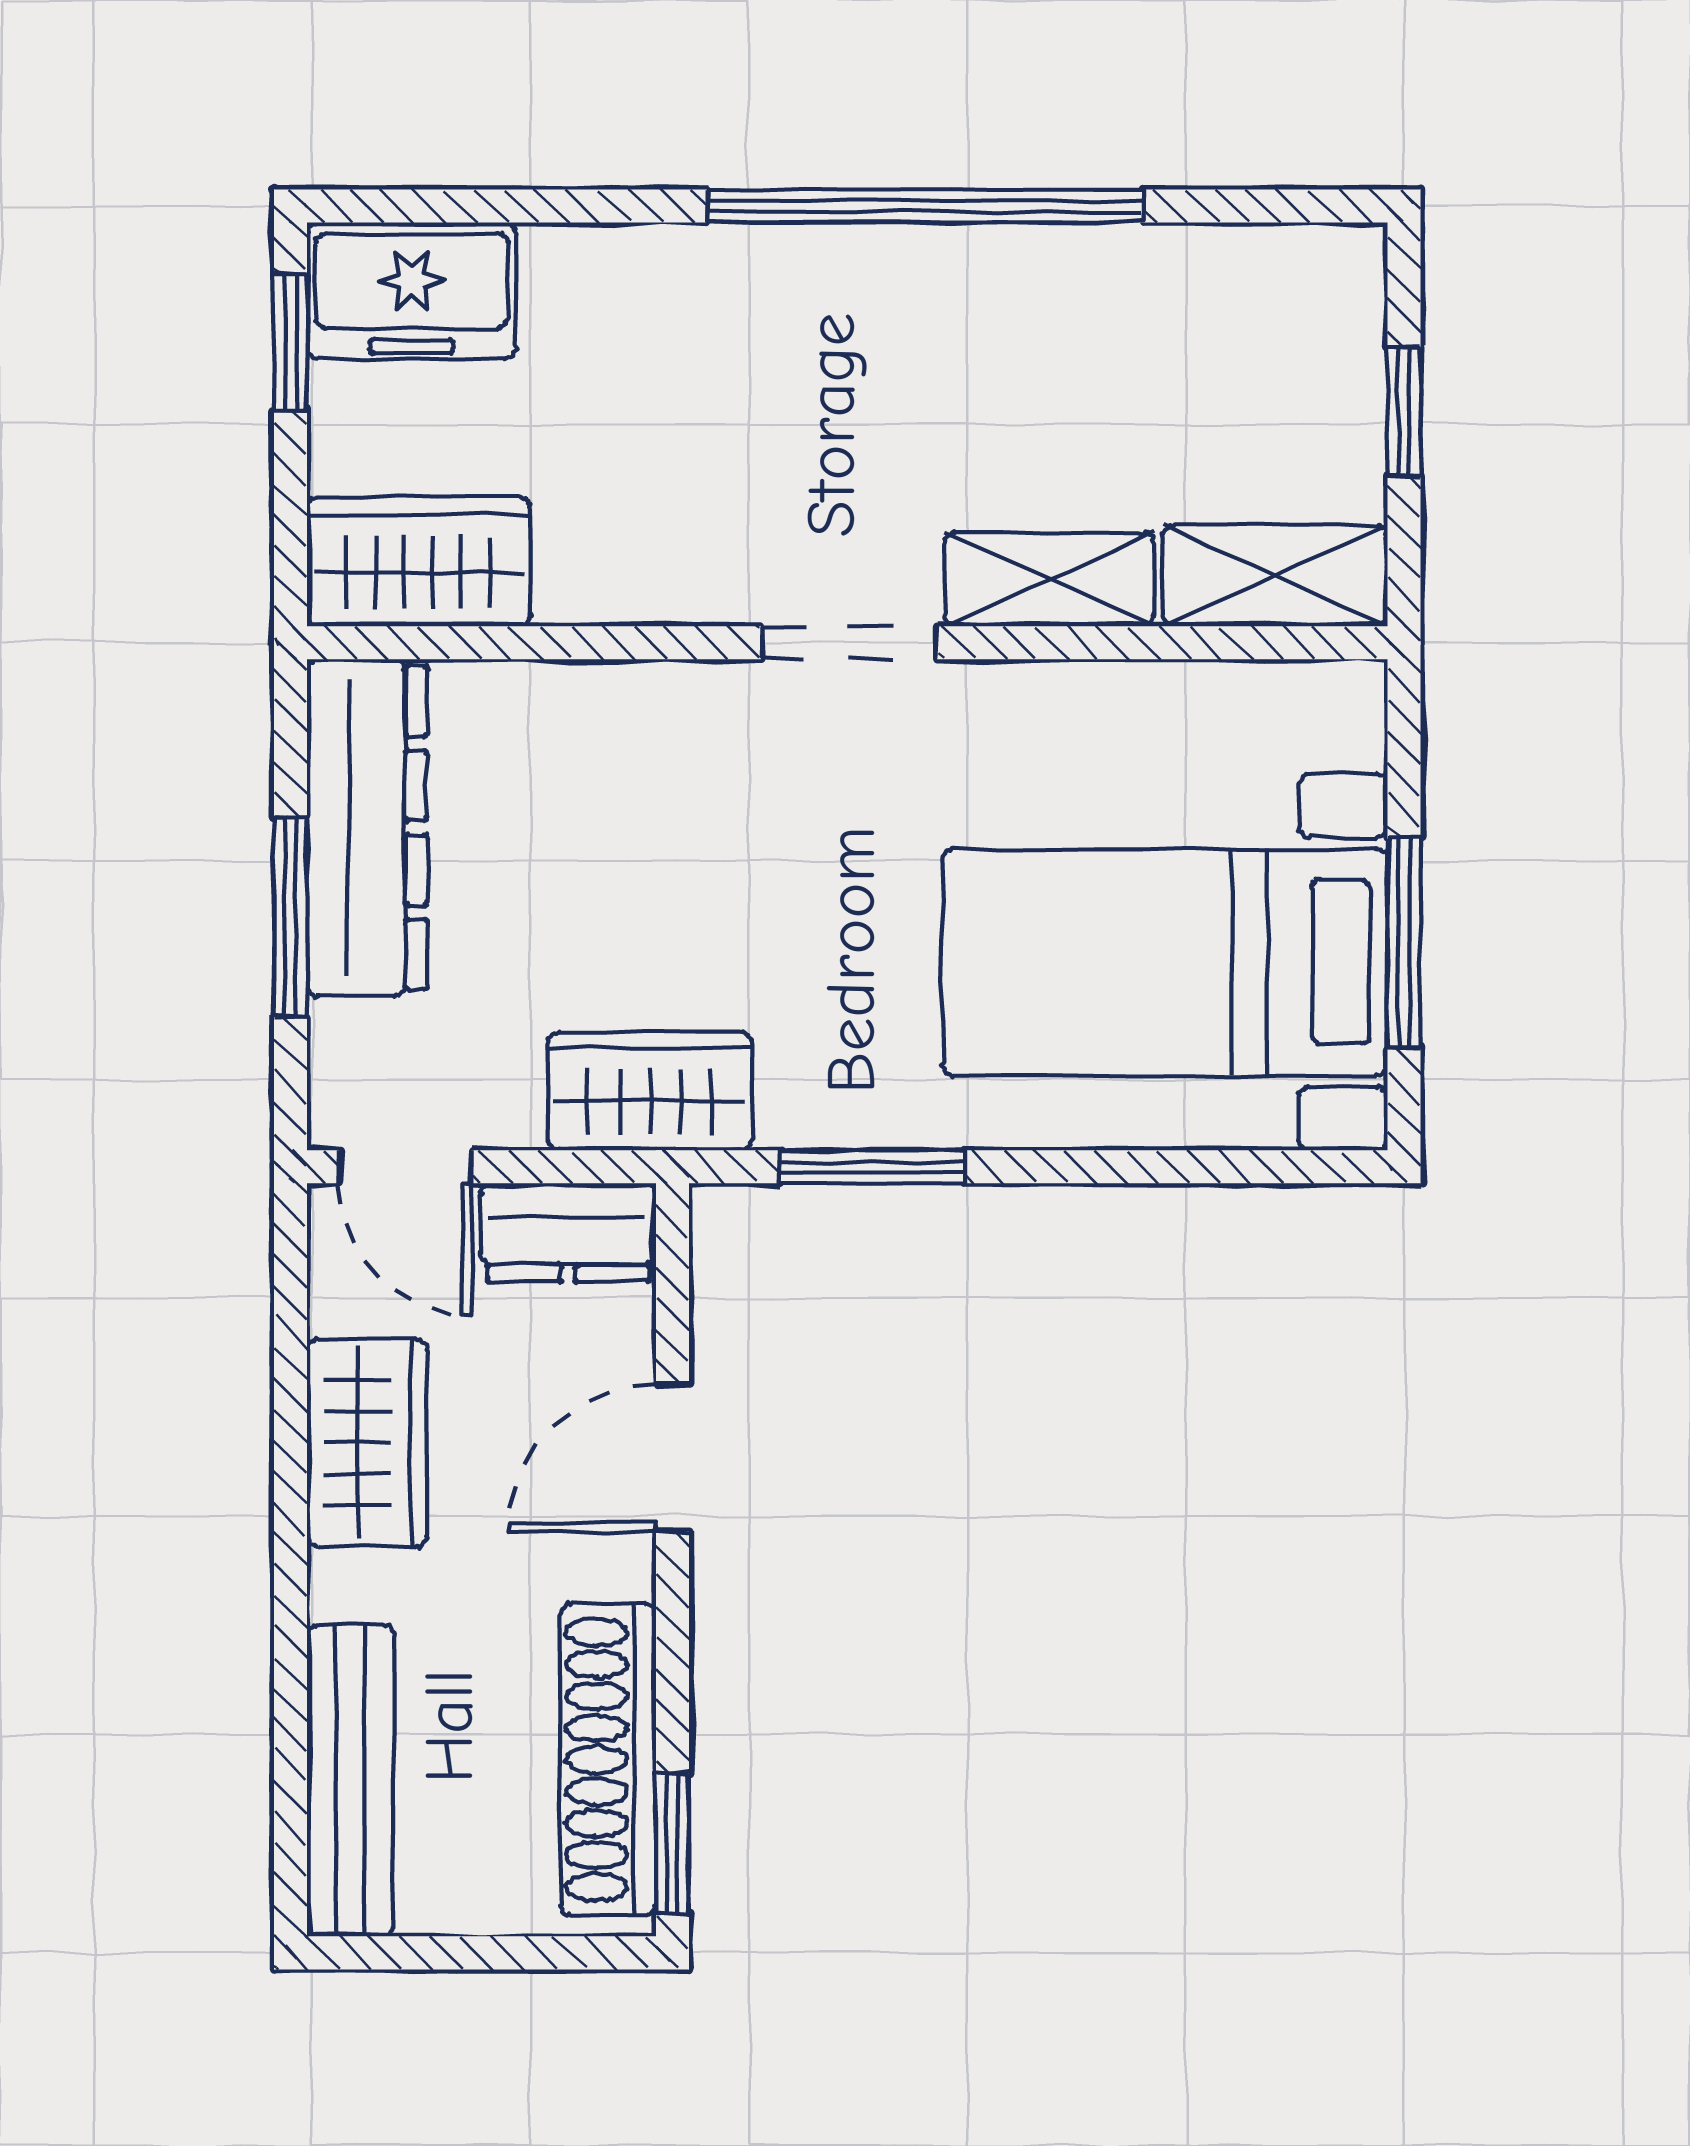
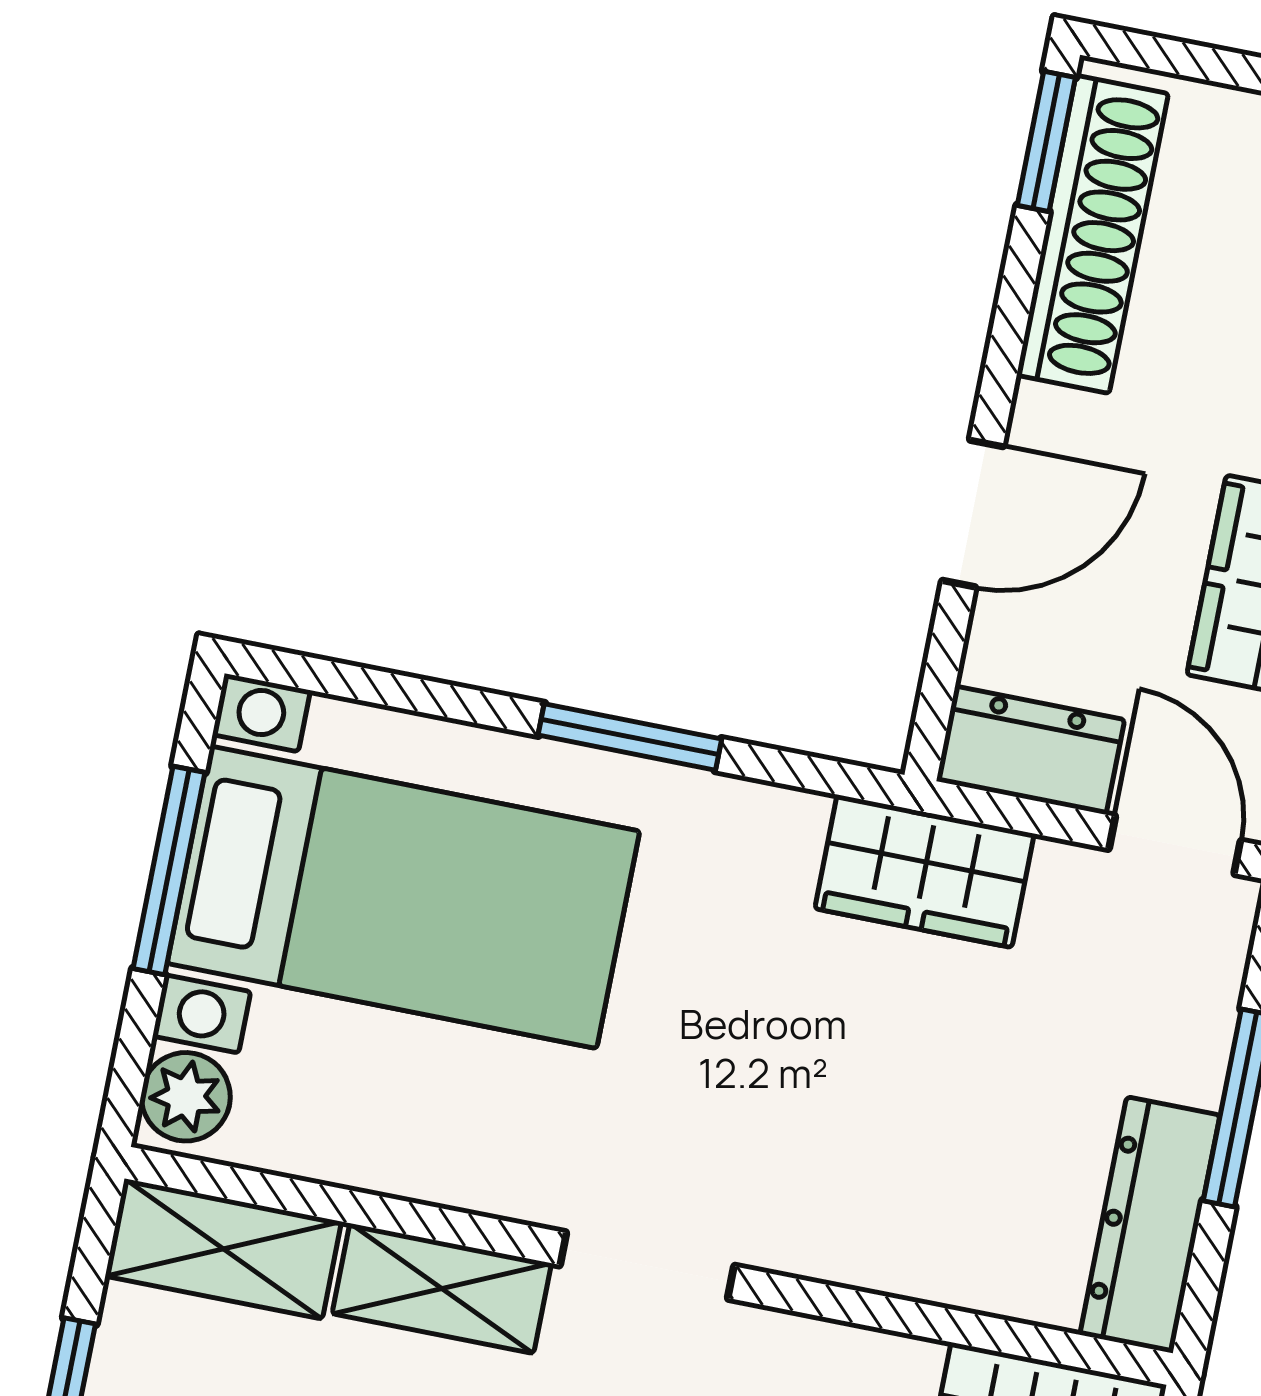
plant: (1343, 720) -> (186, 1097), added
dresser: (367, 828) -> (1150, 1225), width x0.73, depth x0.80
window: (873, 1167) -> (630, 737), moved

